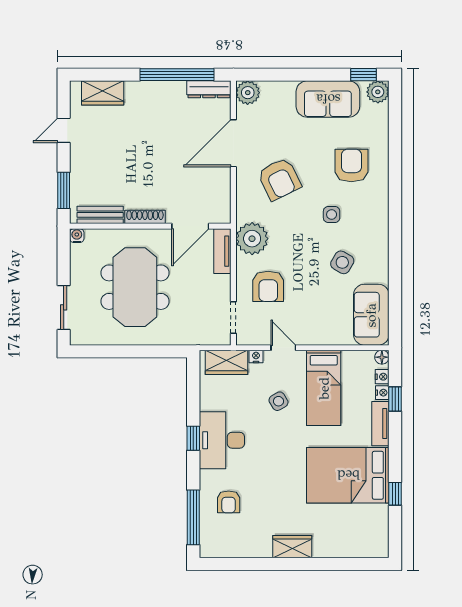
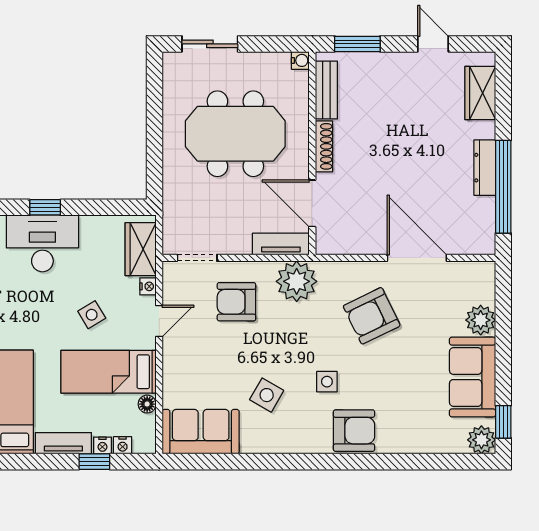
dresser: (209, 89) -> (485, 168), moved
plant: (248, 93) -> (481, 320), moved
armchair: (351, 166) -> (354, 431), moved
floor lamp: (382, 357) -> (147, 404), moved

